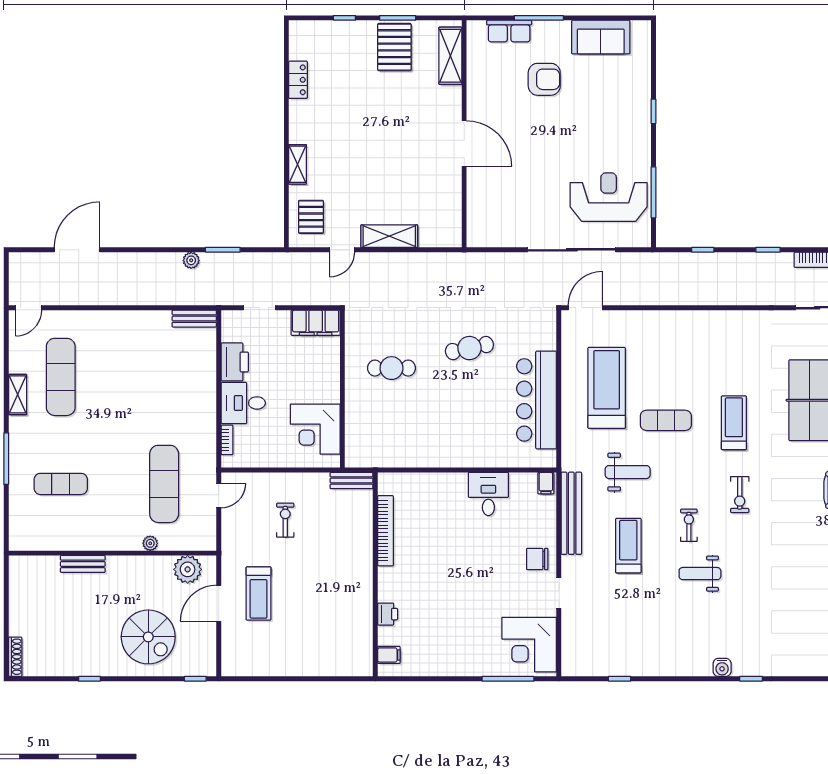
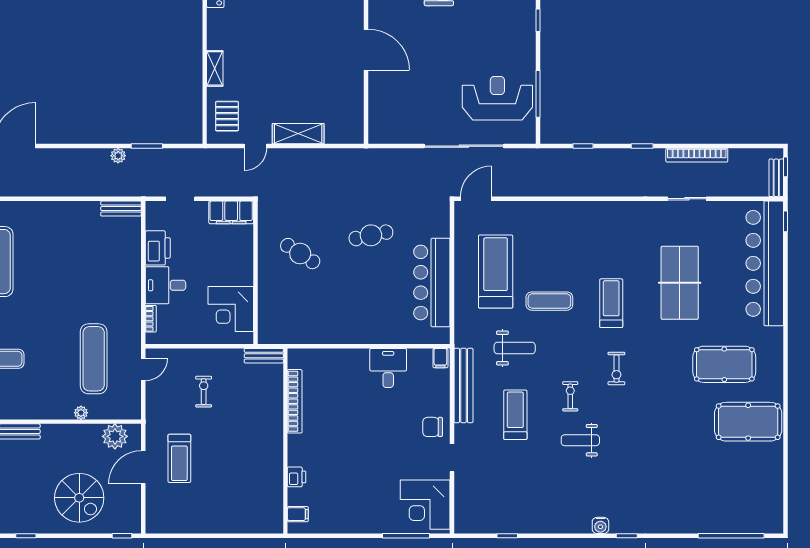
cafe table: (391, 368) -> (300, 254), turned 33

